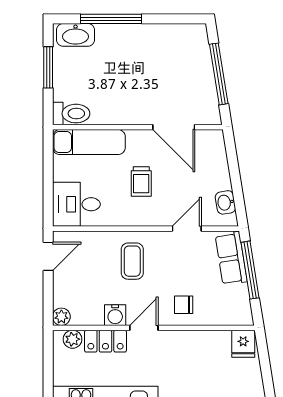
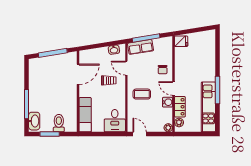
toilet: (71, 114) -> (59, 123), moved
trolley: (141, 181) -> (109, 80), moved

